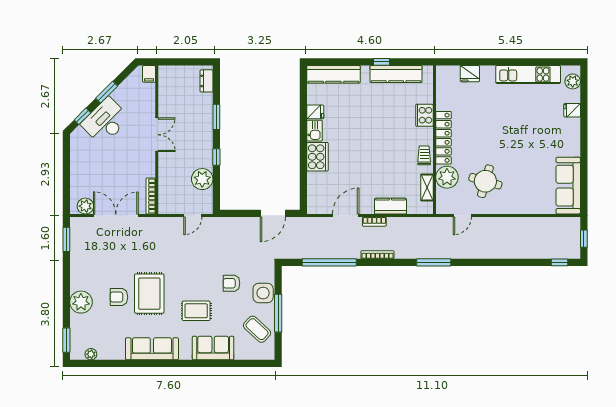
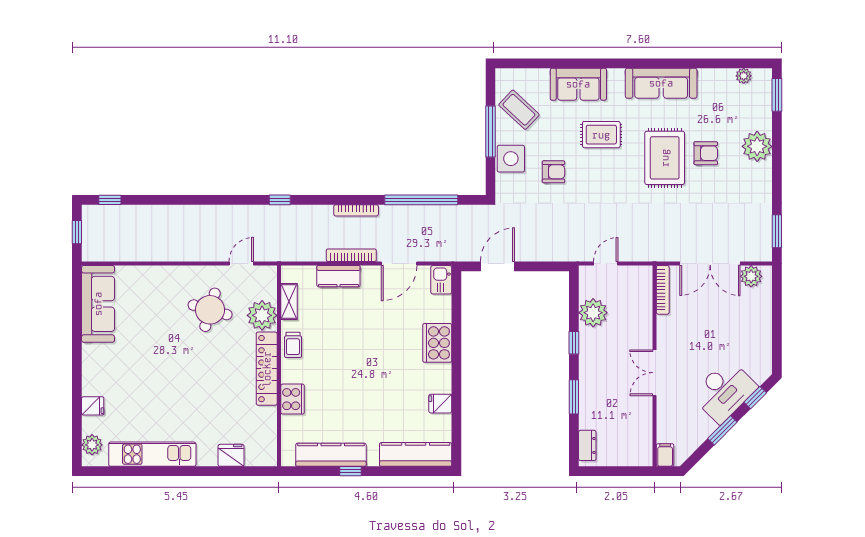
kitchen sink: (314, 131) -> (441, 280), moved
bookcase: (374, 222) -> (351, 255), width x1.56
window: (434, 262) -> (280, 200), width x0.46

